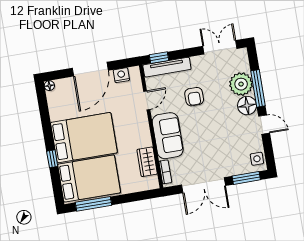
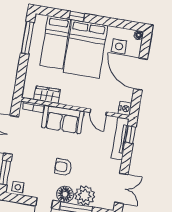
nightstand: (121, 75) -> (125, 108), moved
armchair: (194, 97) -> (63, 167), moved
side table: (69, 102) -> (119, 47), added
bed: (89, 178) -> (55, 42), width x0.67

